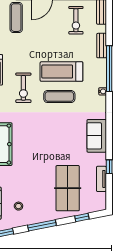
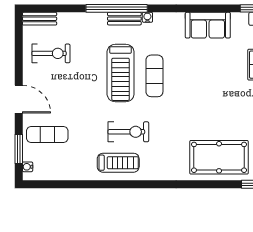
bench: (102, 46) -> (124, 19), moved
exercise bike: (23, 88) -> (128, 132), moved

